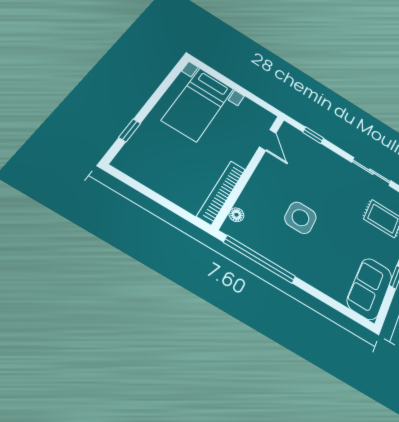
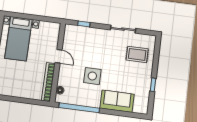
door: (268, 140) -> (58, 56), moved
sofa: (370, 289) -> (117, 101), moved, turned 90

